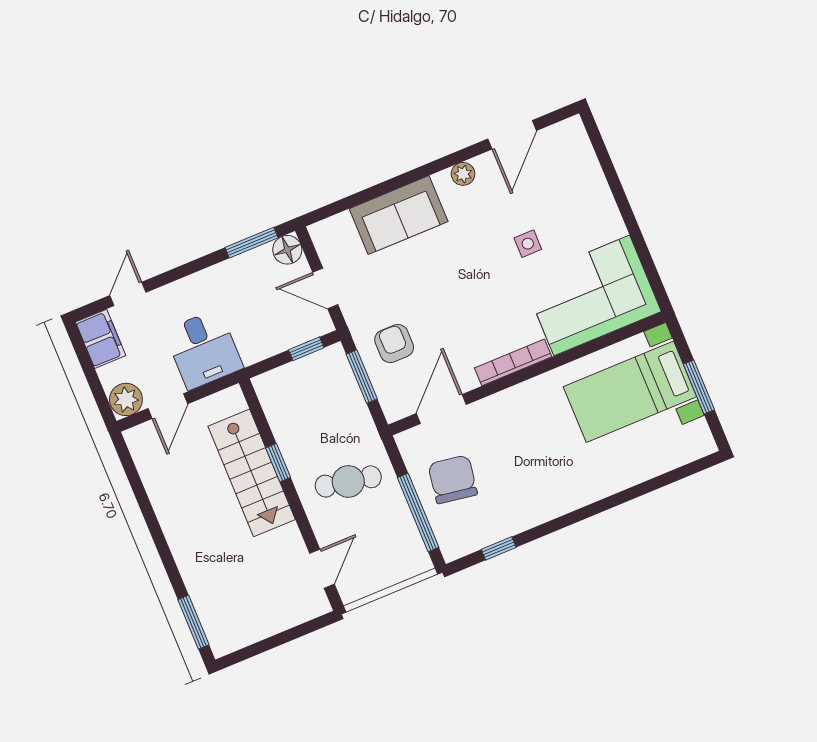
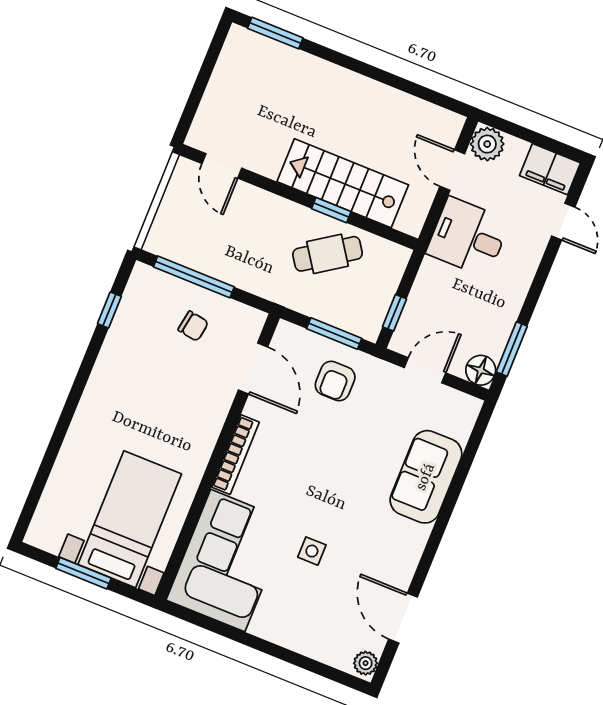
plant: (463, 174) -> (366, 663), moved
armchair: (394, 343) -> (335, 381), turned 90
chair: (453, 479) -> (193, 326), width x0.54, depth x0.54
cafe table: (348, 481) -> (328, 254), moved, turned 45

